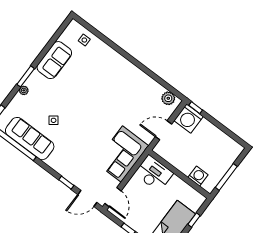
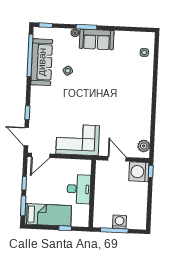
sofa: (54, 60) -> (97, 39), moved
desk: (154, 173) -> (79, 189), moved
washing machine: (198, 176) -> (120, 222), moved, turned -90

